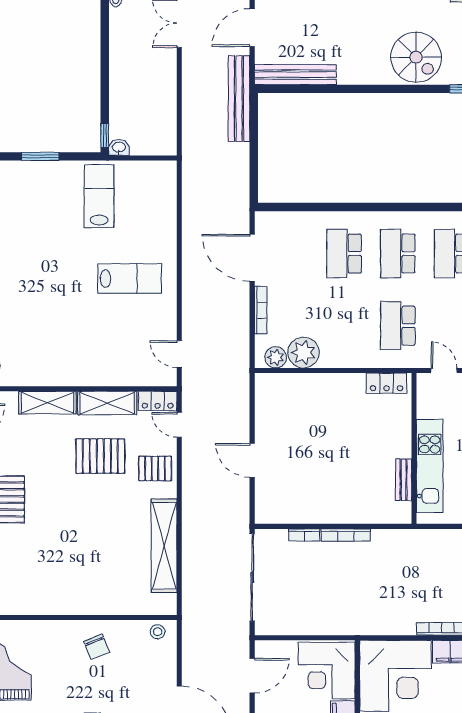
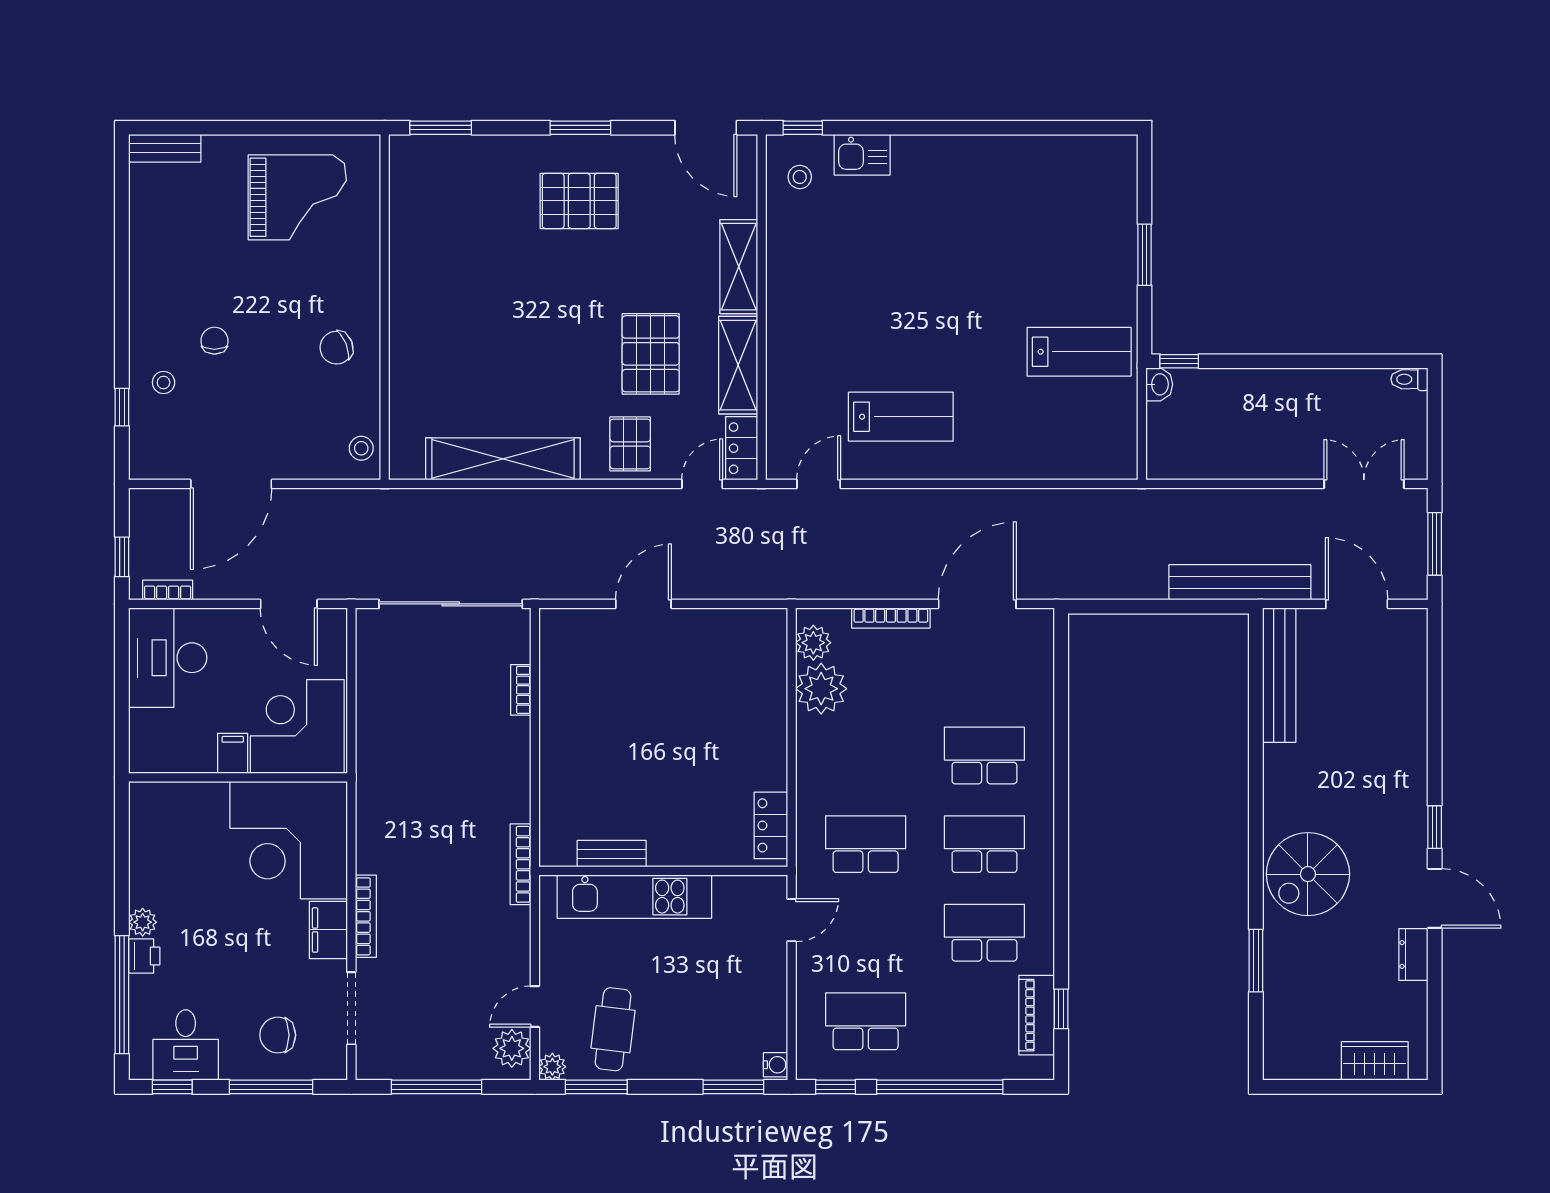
lab bench: (130, 279) -> (901, 417), moved, turned -90
bookcase: (346, 535) -> (520, 864), moved

